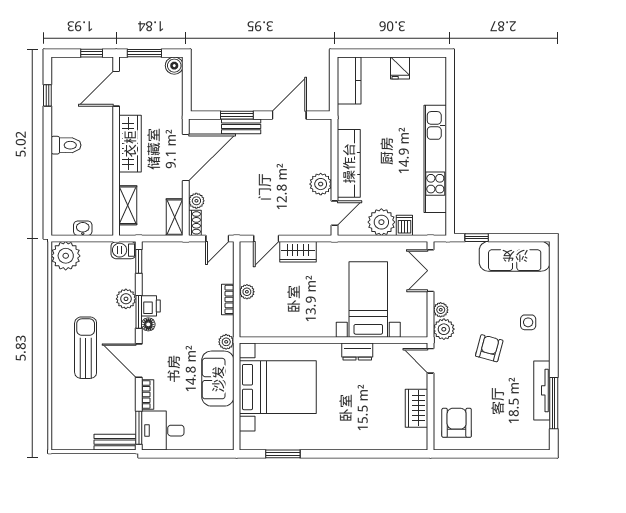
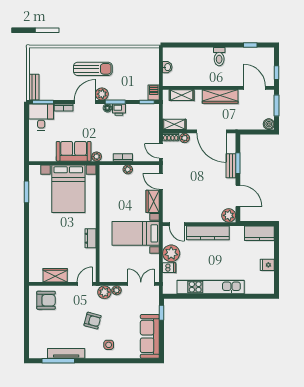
plant: (321, 184) -> (229, 215), moved
plant: (66, 256) -> (150, 56), removed
plant: (126, 299) -> (102, 94), moved
bed with nightstands: (368, 299) -> (136, 233), moved, turned 180

